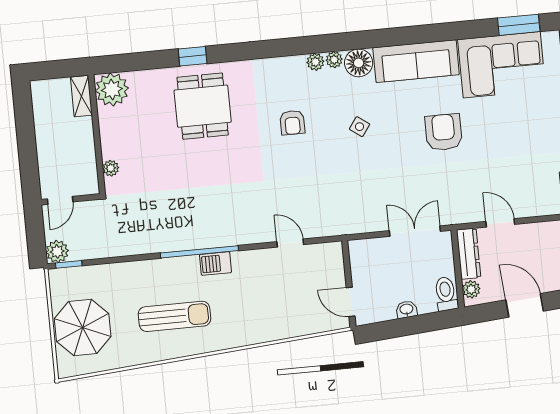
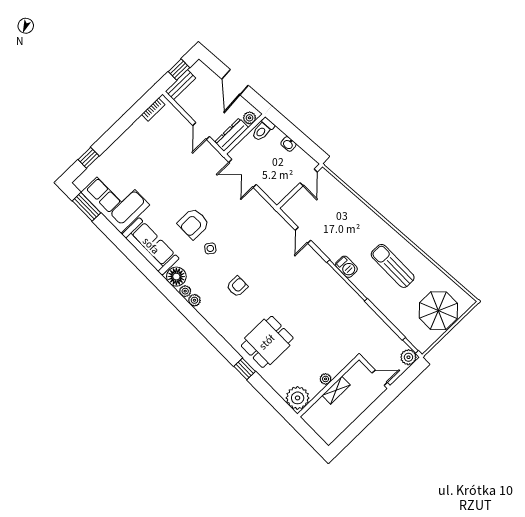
shelving: (81, 96) -> (336, 390), moved
armchair: (444, 132) -> (193, 224), moved
plant: (111, 168) -> (326, 379), moved

